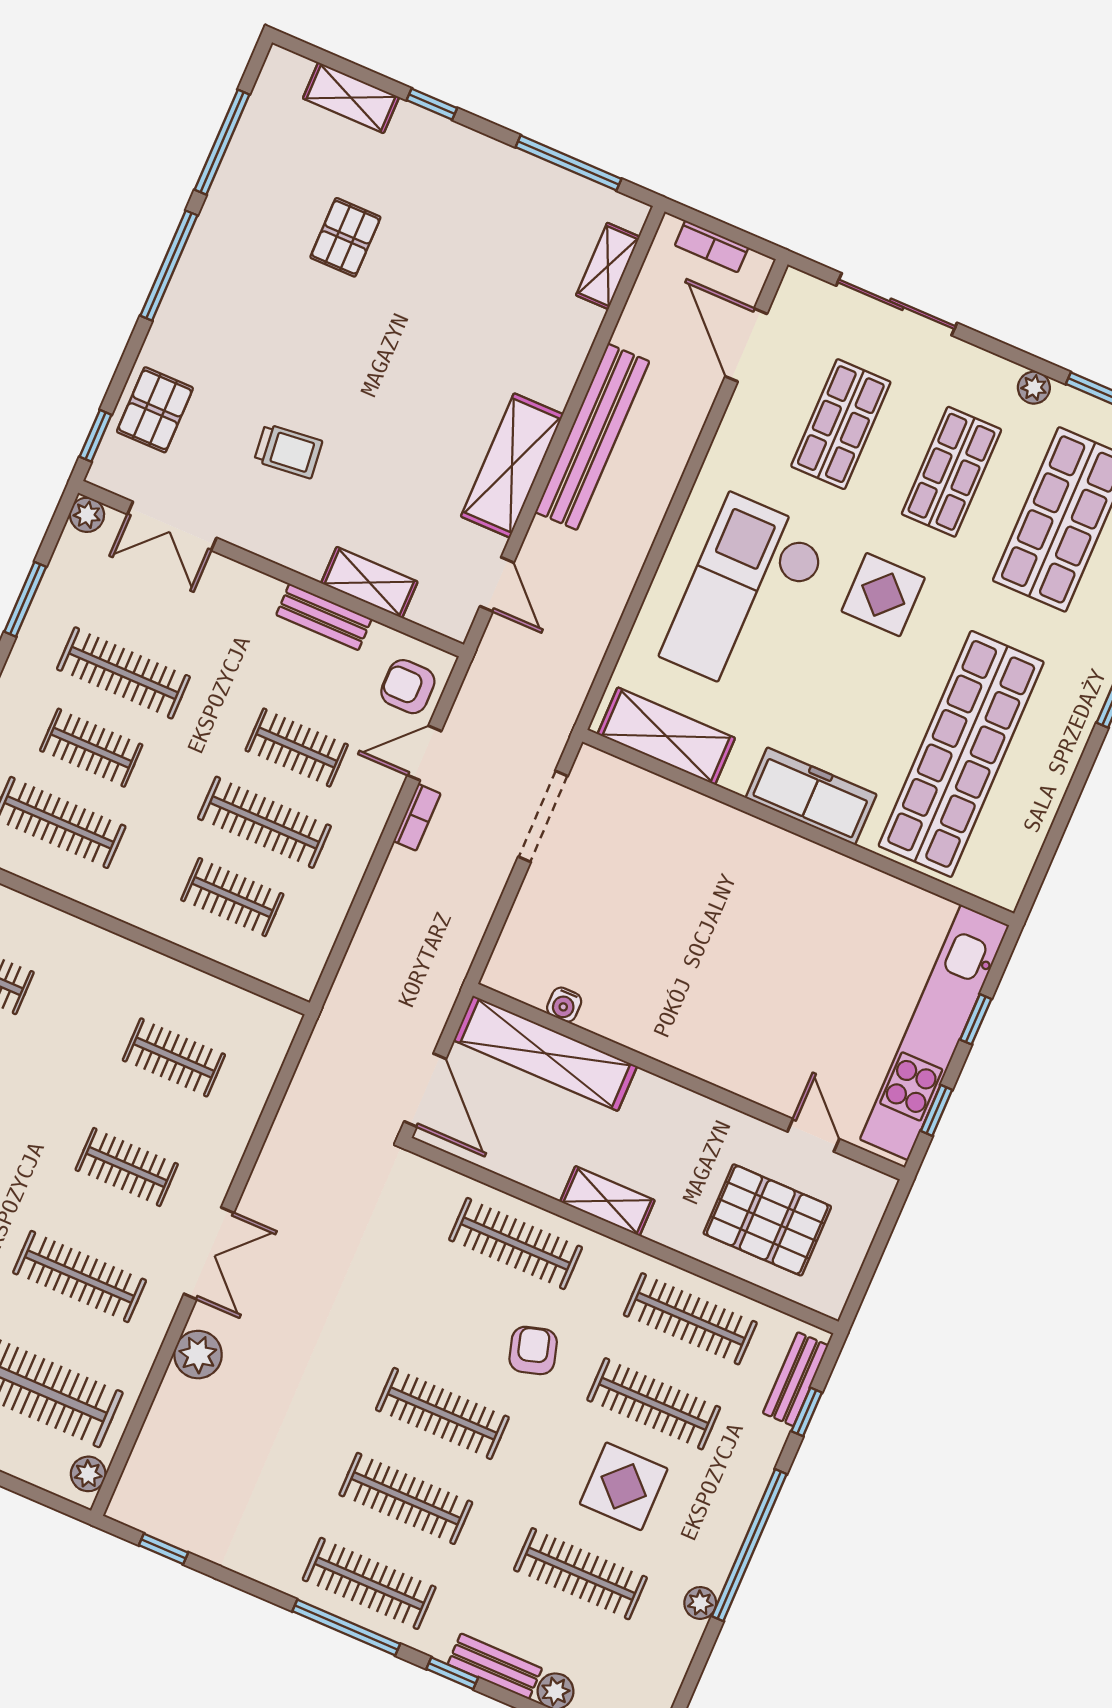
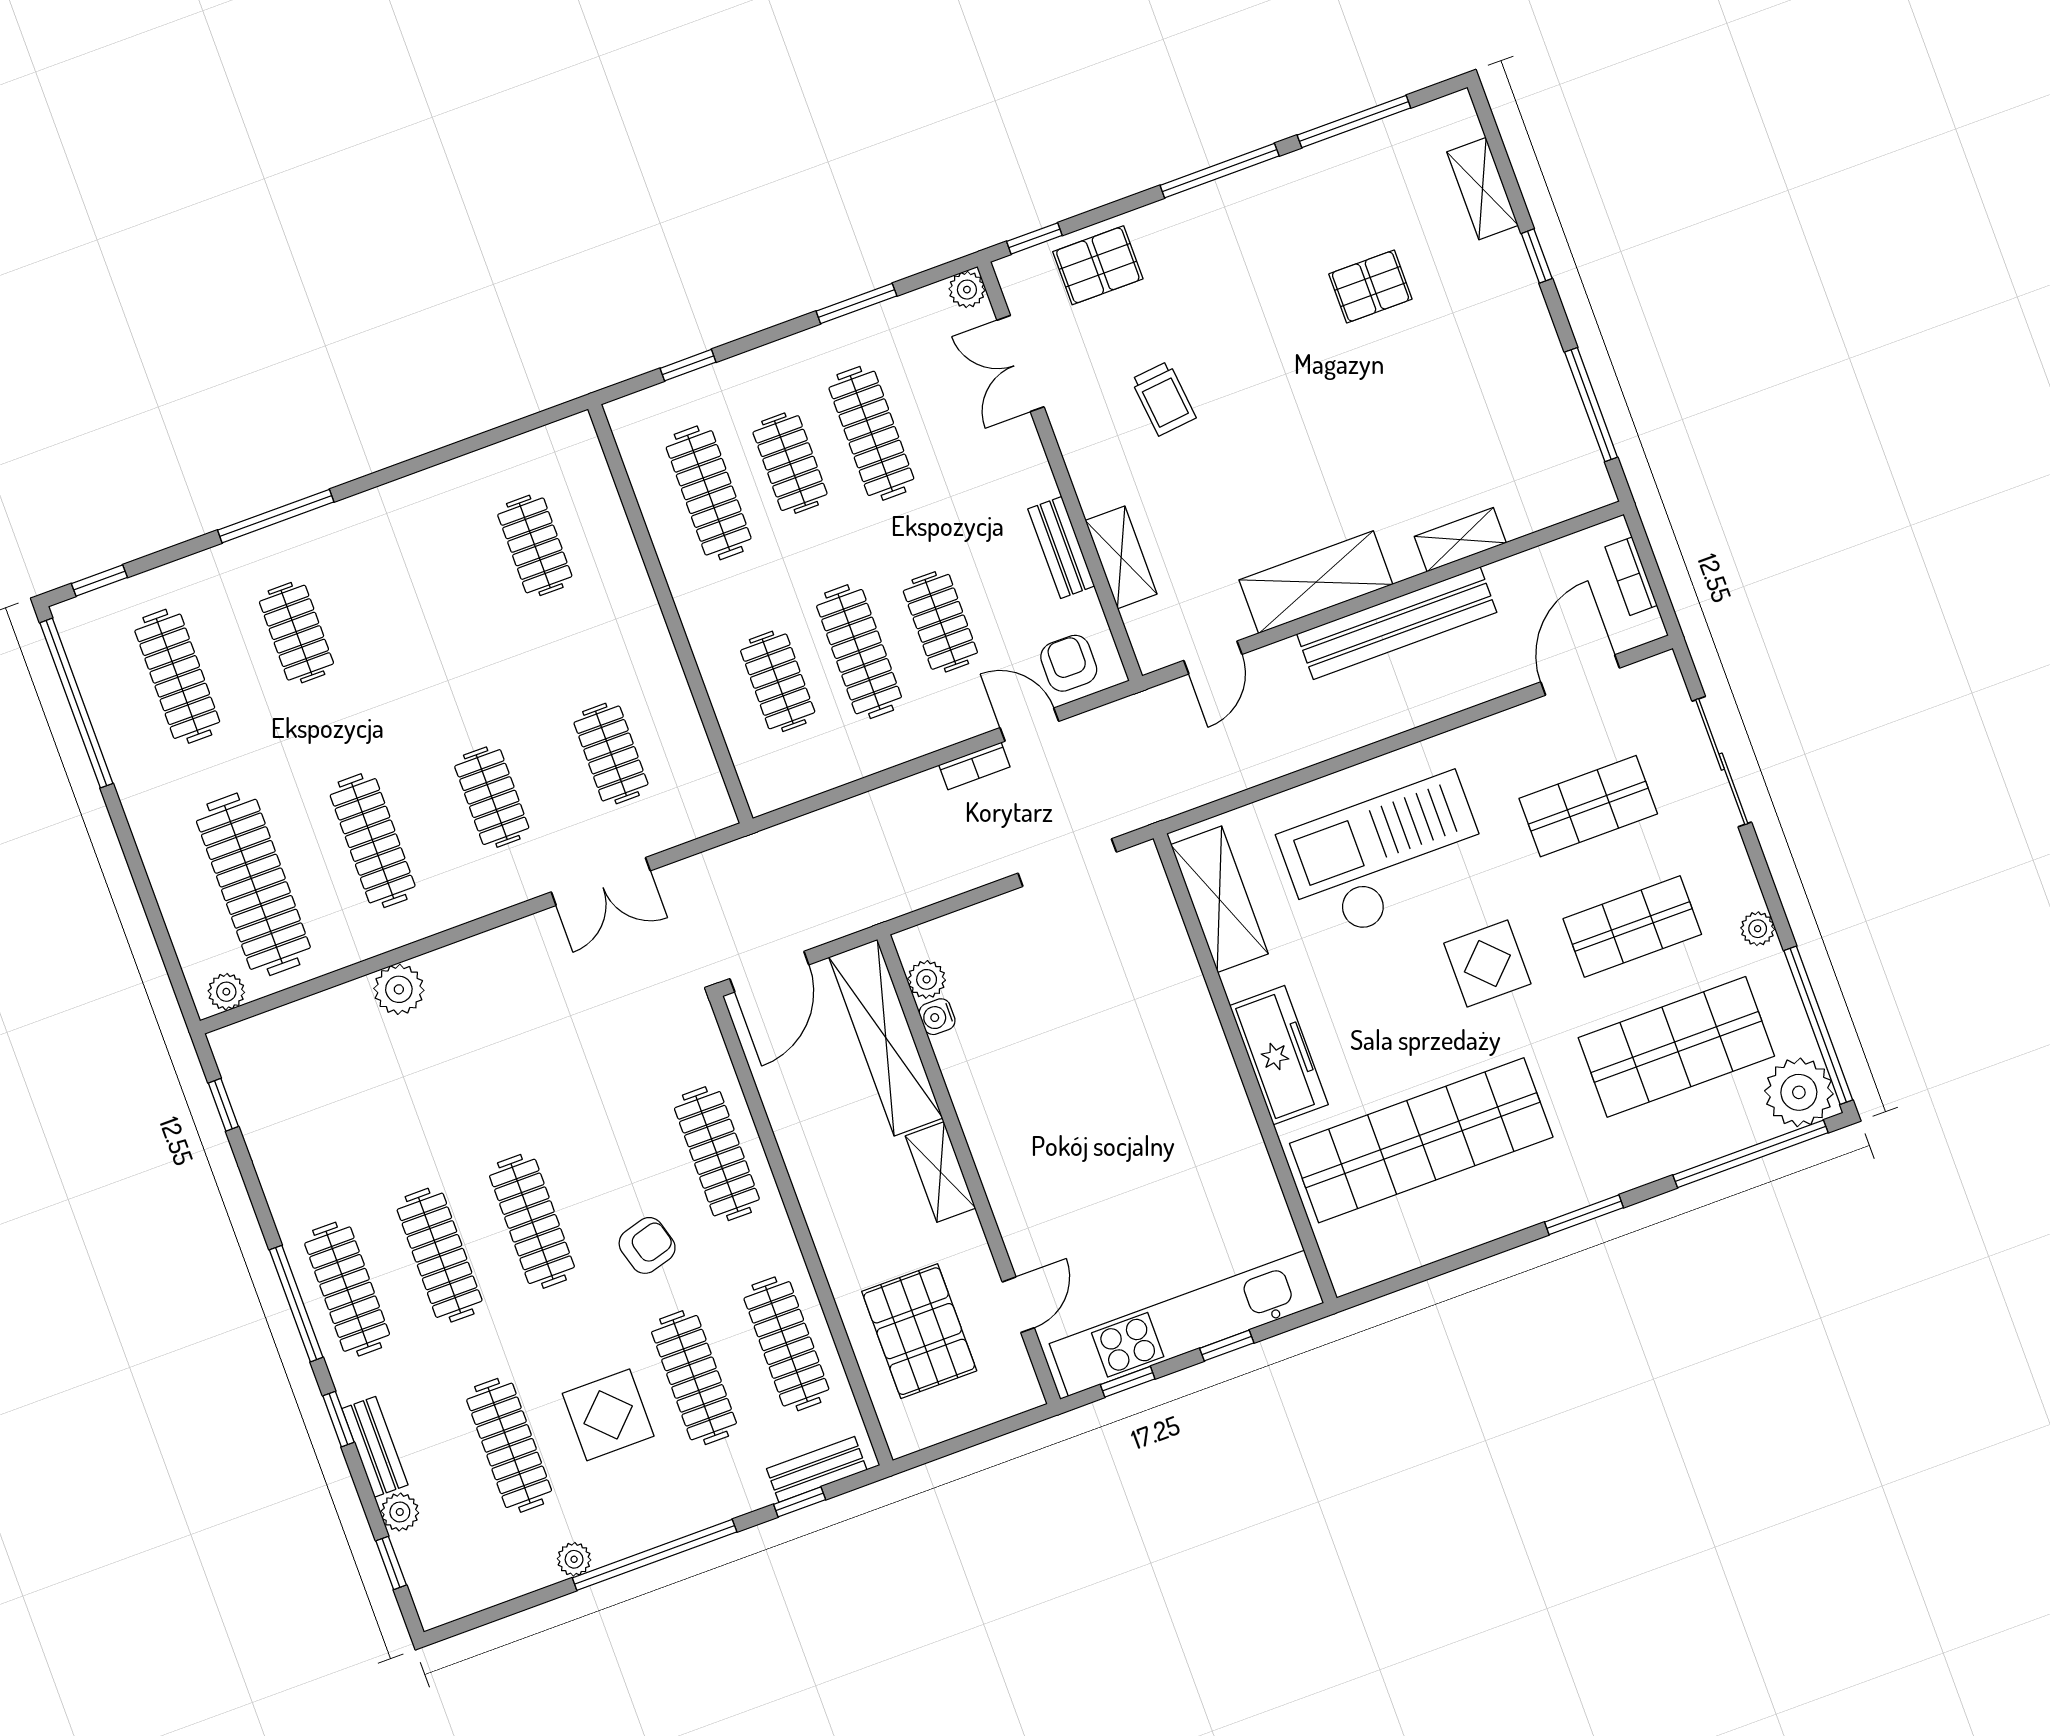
shelving: (608, 266) -> (1460, 540), moved
plant: (532, 988) -> (927, 979), added
shelving: (607, 1201) -> (941, 1172), moved
double door: (209, 1253) -> (601, 881), moved

